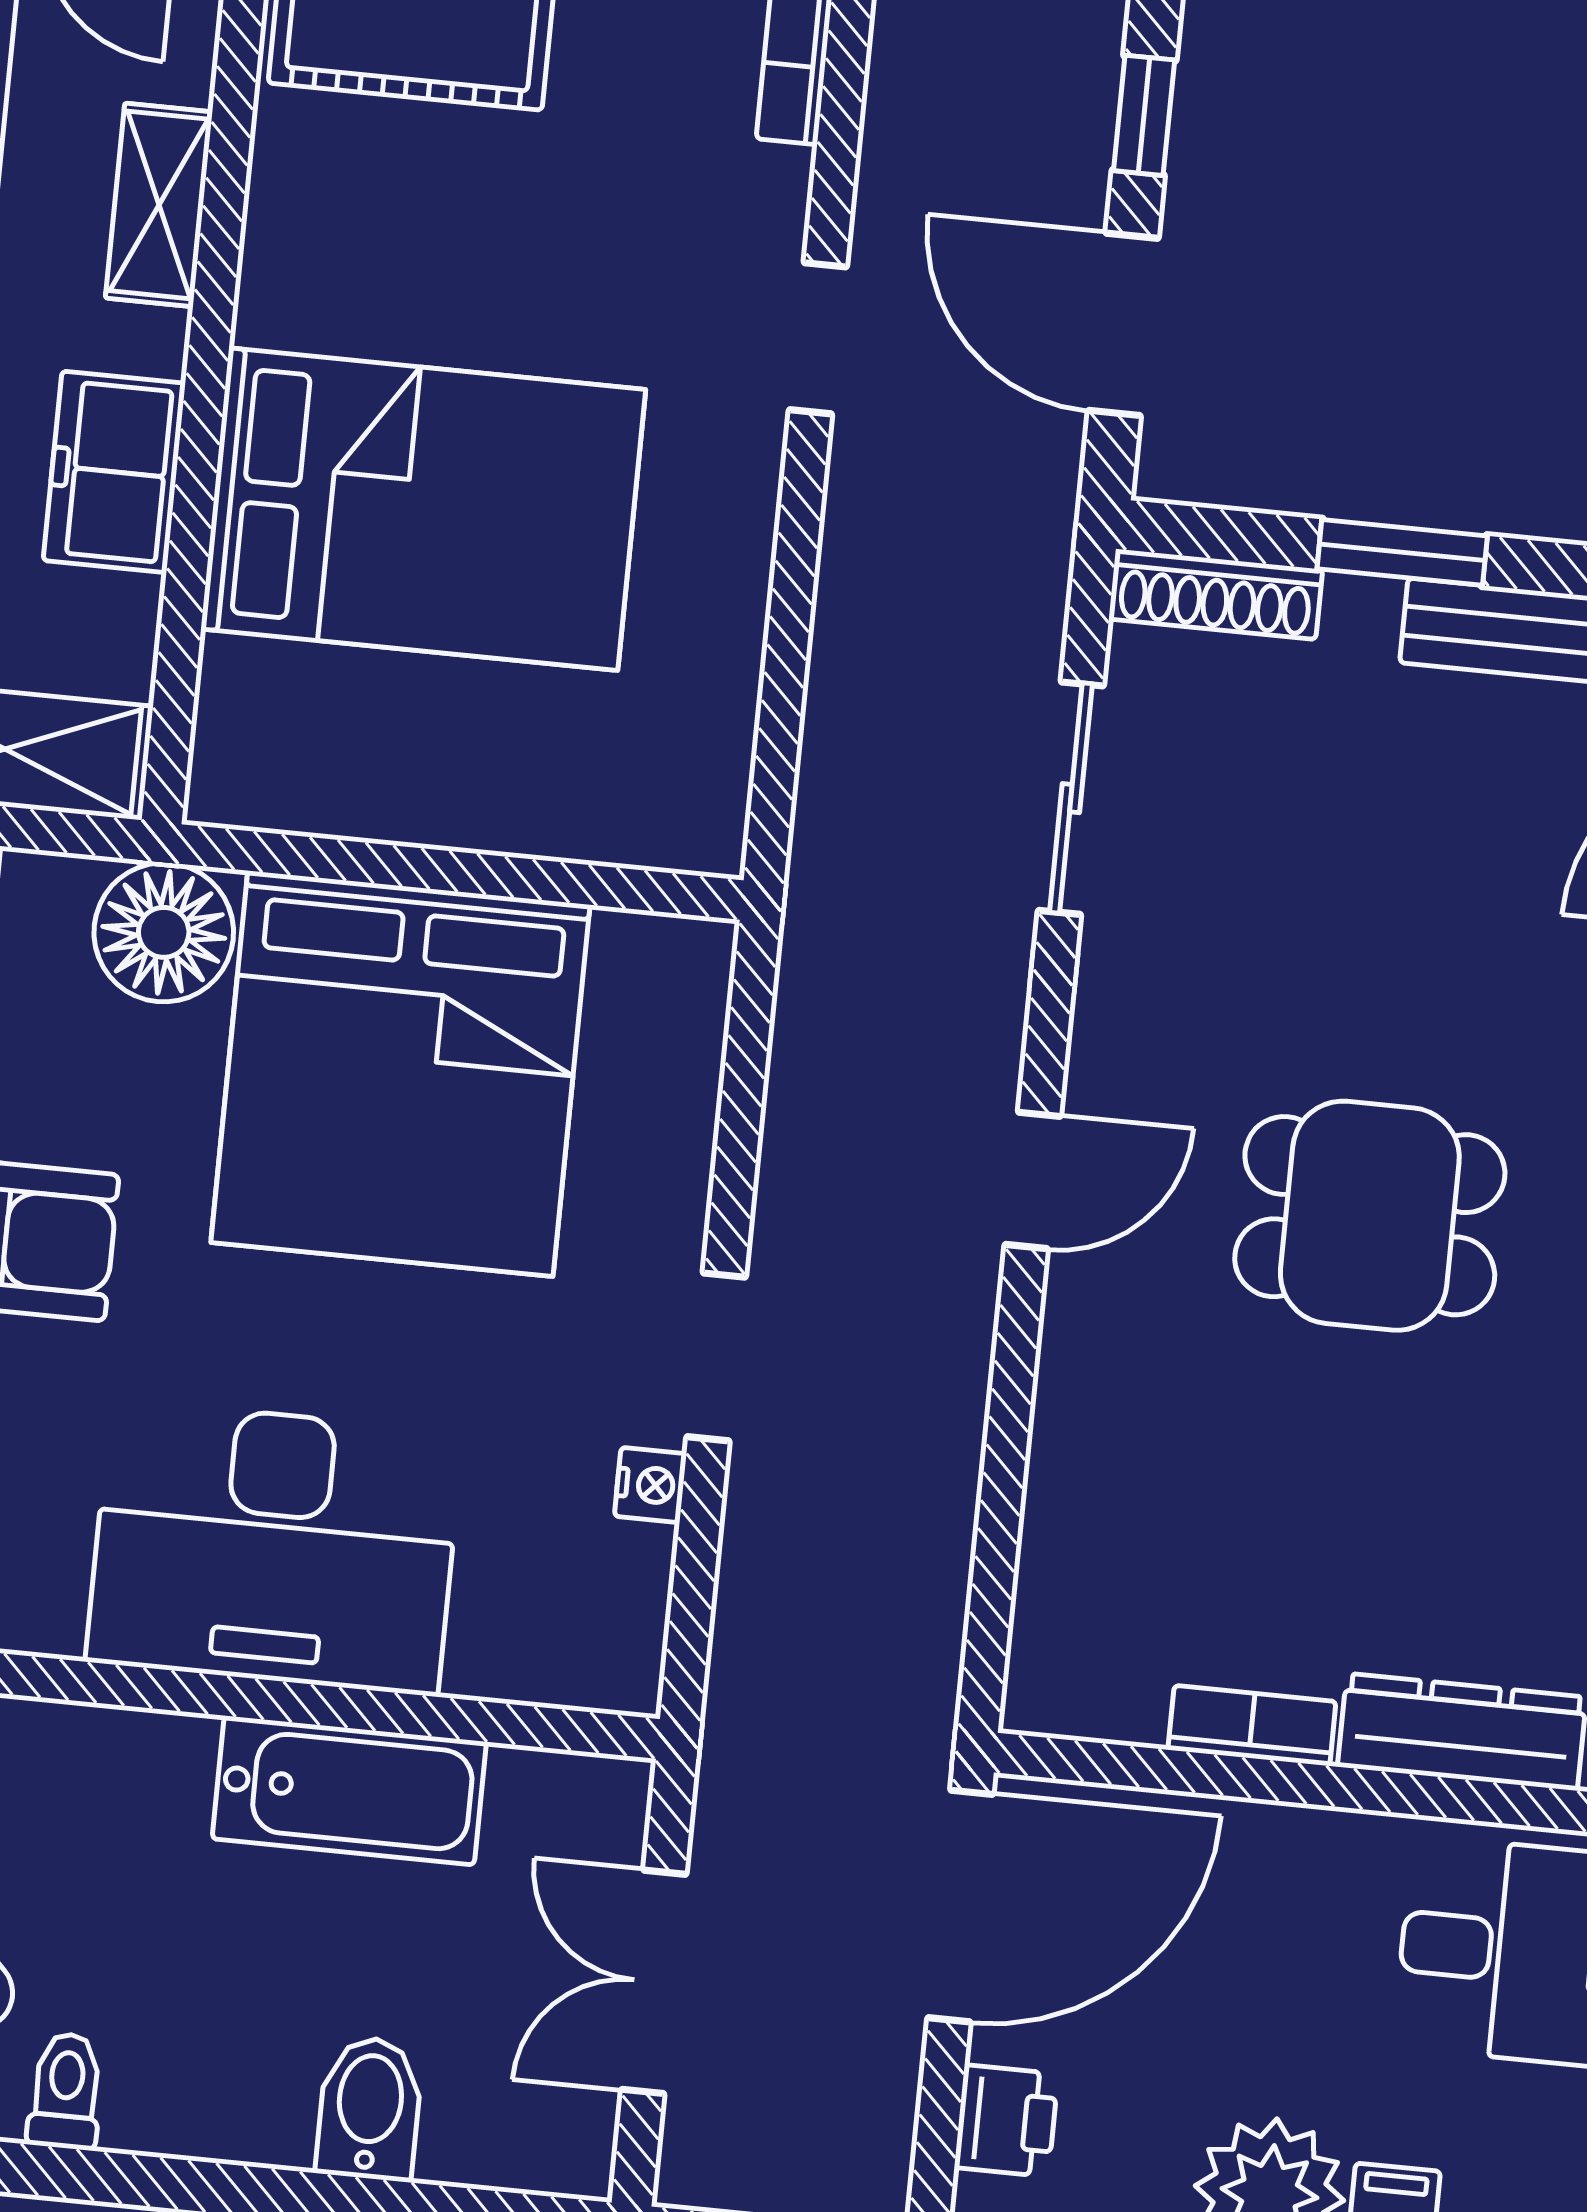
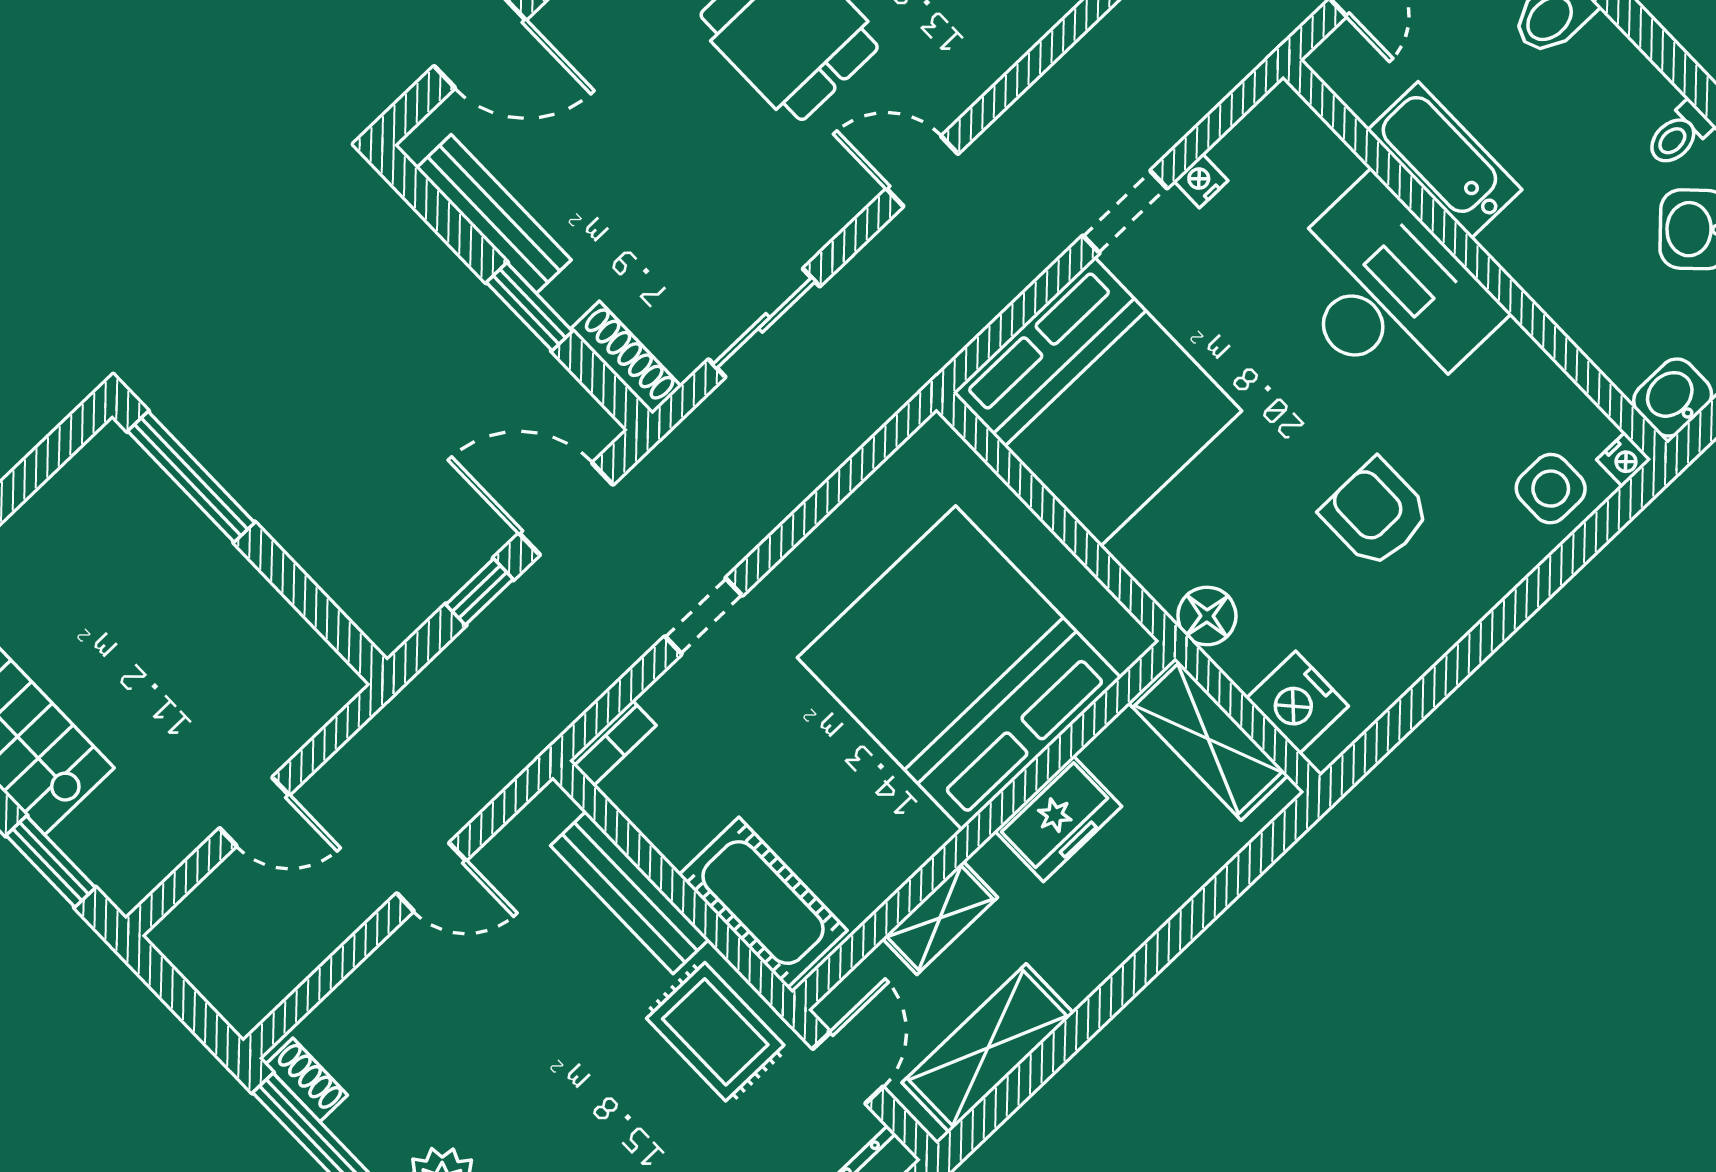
door: (1123, 324) -> (566, 509), swing flipped
bed: (423, 509) -> (959, 668), width x1.36
floor lamp: (164, 932) -> (1207, 616), width x0.73, depth x0.73
bed: (400, 1074) -> (1097, 402), moved, turned 90

